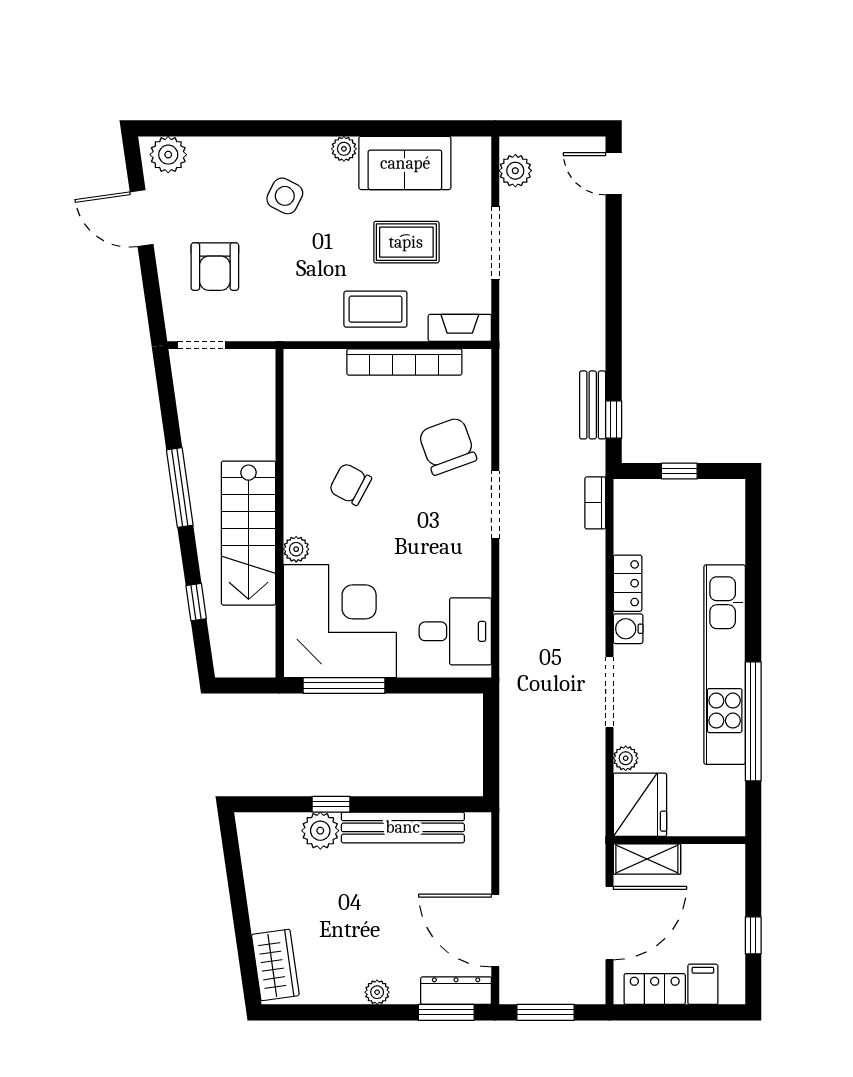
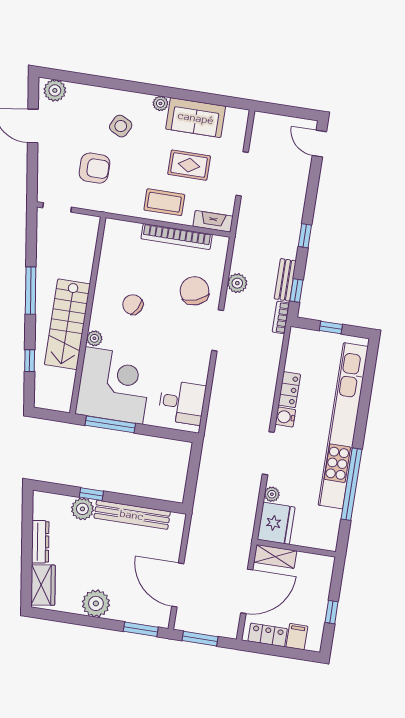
plant: (515, 171) -> (237, 283), moved
armchair: (215, 267) -> (94, 168), moved, turned -90
window: (614, 328) -> (305, 236), added
bookcase: (595, 503) -> (281, 317), moved
kitchen unit: (725, 665) -> (343, 426), width x1.36
dresser: (456, 991) -> (40, 542), moved, turned 82
plant: (377, 992) -> (96, 603), width x1.87, depth x1.87

